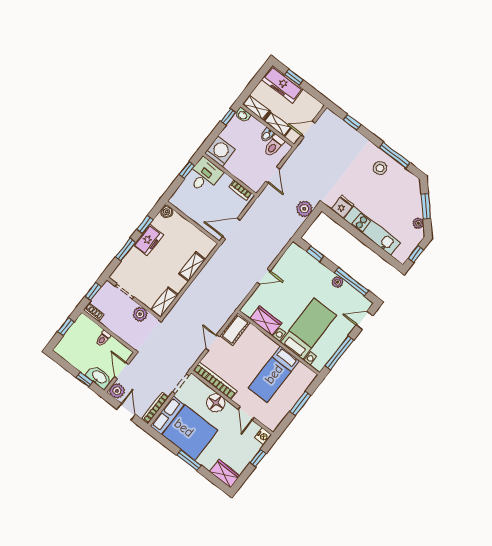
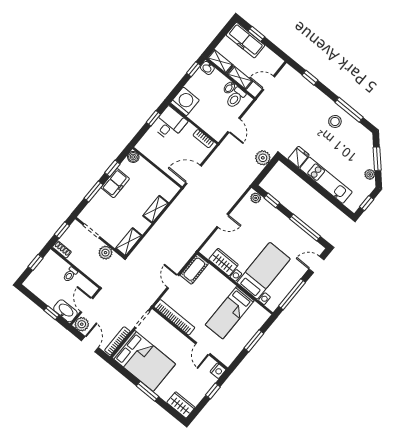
plant: (338, 282) -> (256, 198), moved
floor lamp: (216, 403) -> (174, 338), removed

